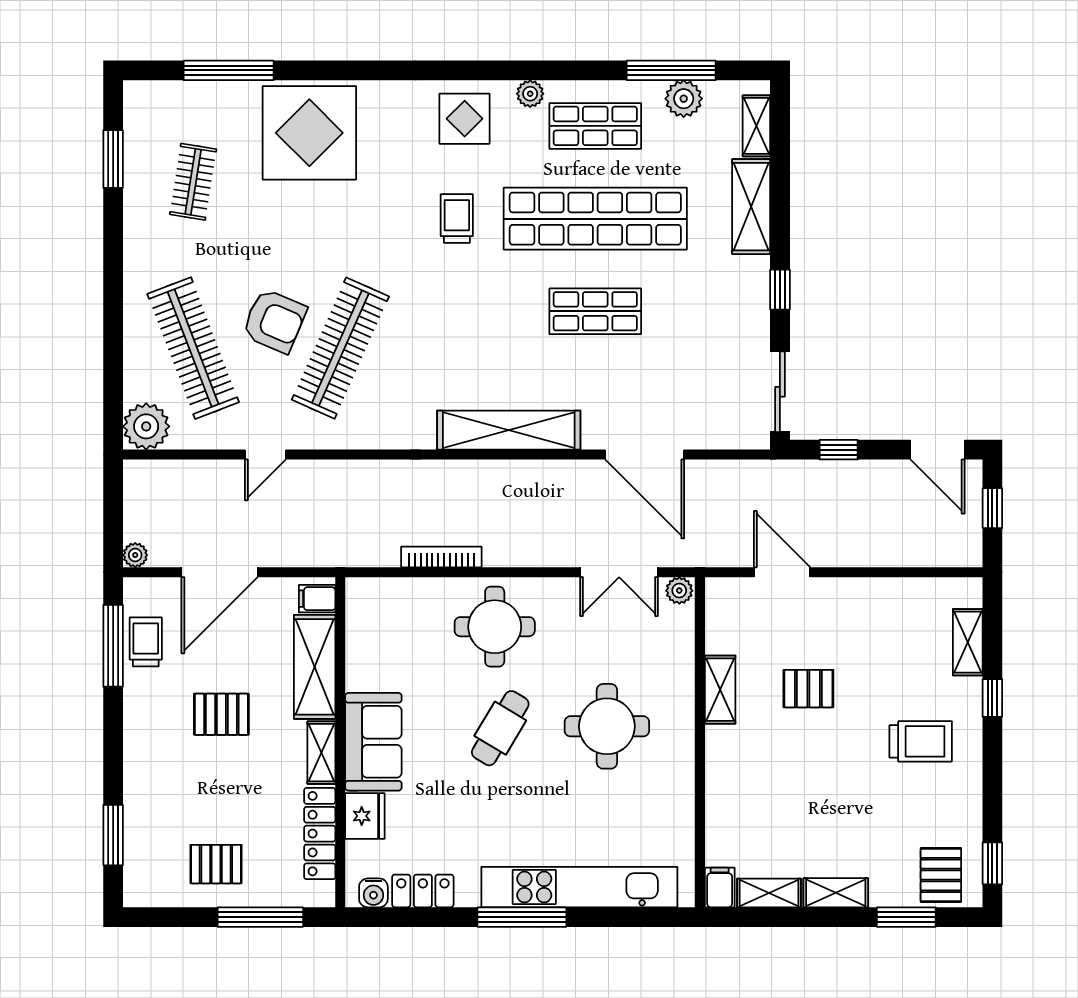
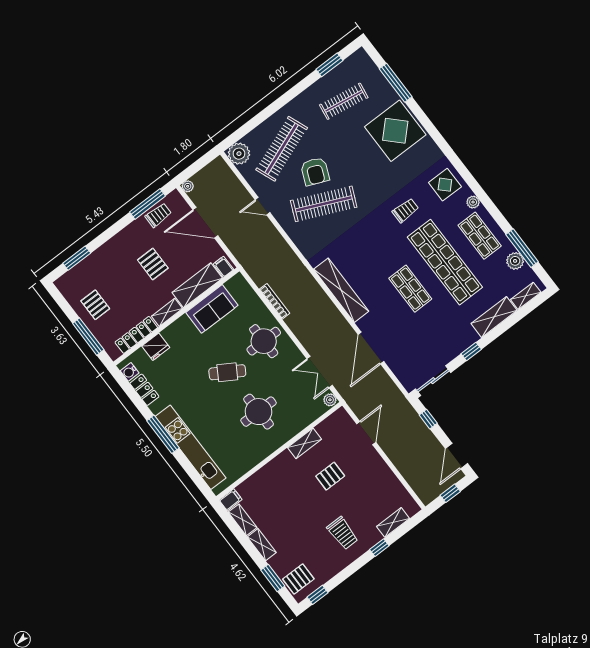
clothes rail: (193, 182) -> (344, 101), width x1.36
pallet: (808, 689) -> (330, 476), turned 90
sofa: (373, 742) -> (212, 309), moved

